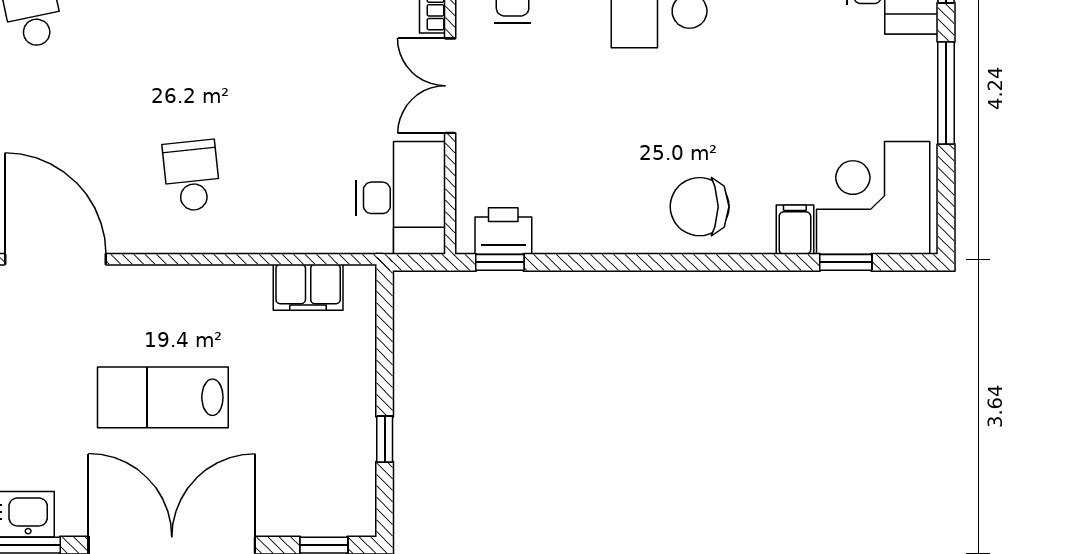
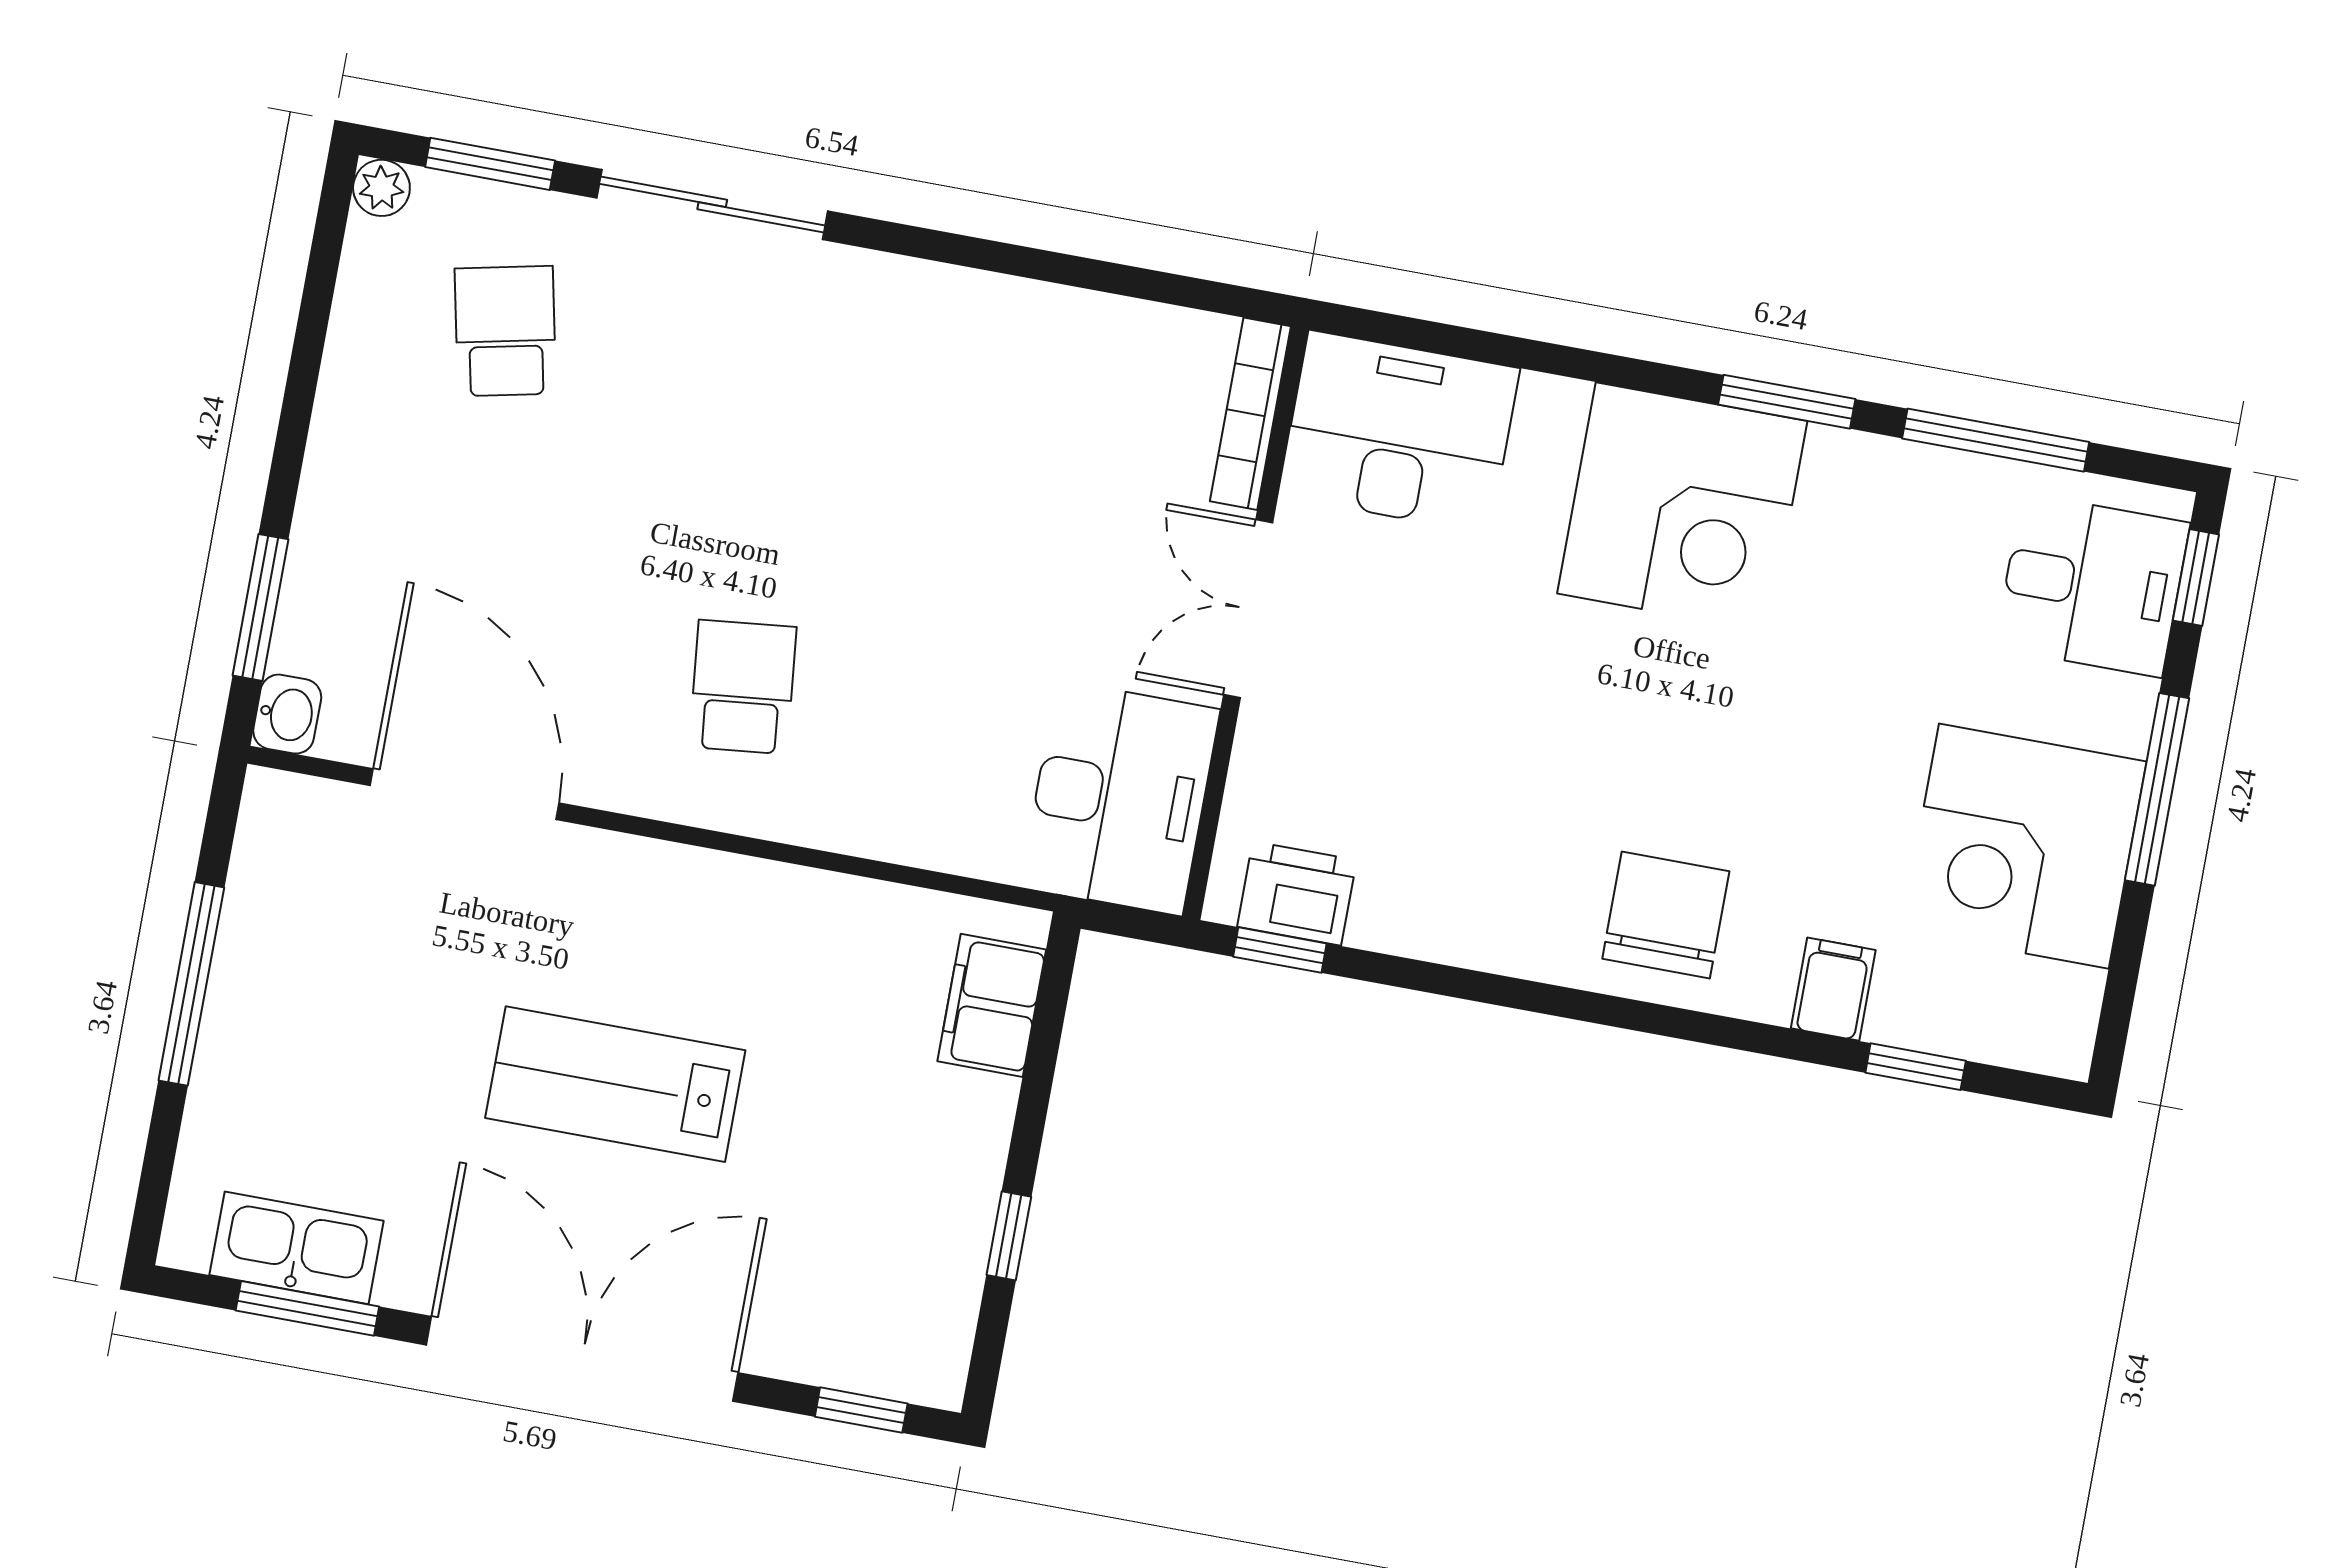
corner desk: (873, 198) -> (2024, 846), moved, turned -90
chair: (700, 207) -> (1666, 915), turned 90
filing cabinet: (308, 287) -> (992, 1005), moved, turned 90

